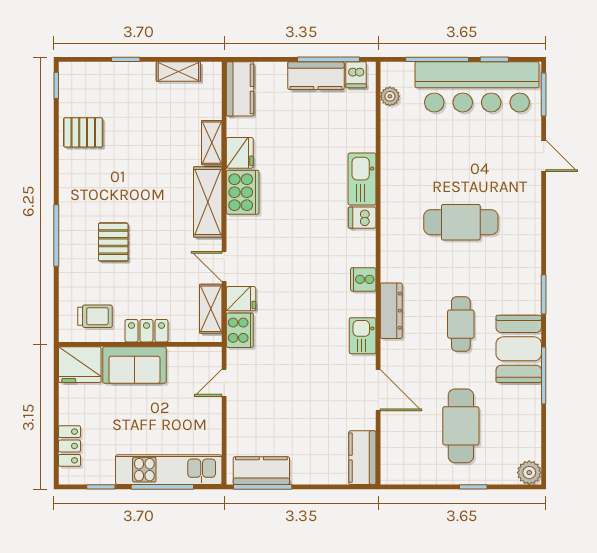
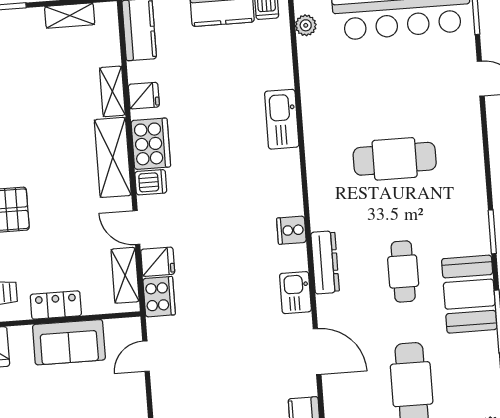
fridge: (240, 153) -> (144, 96), width x0.72
dishwasher: (362, 218) -> (151, 182), moved, turned 180
sofa: (134, 365) -> (69, 342), moved

